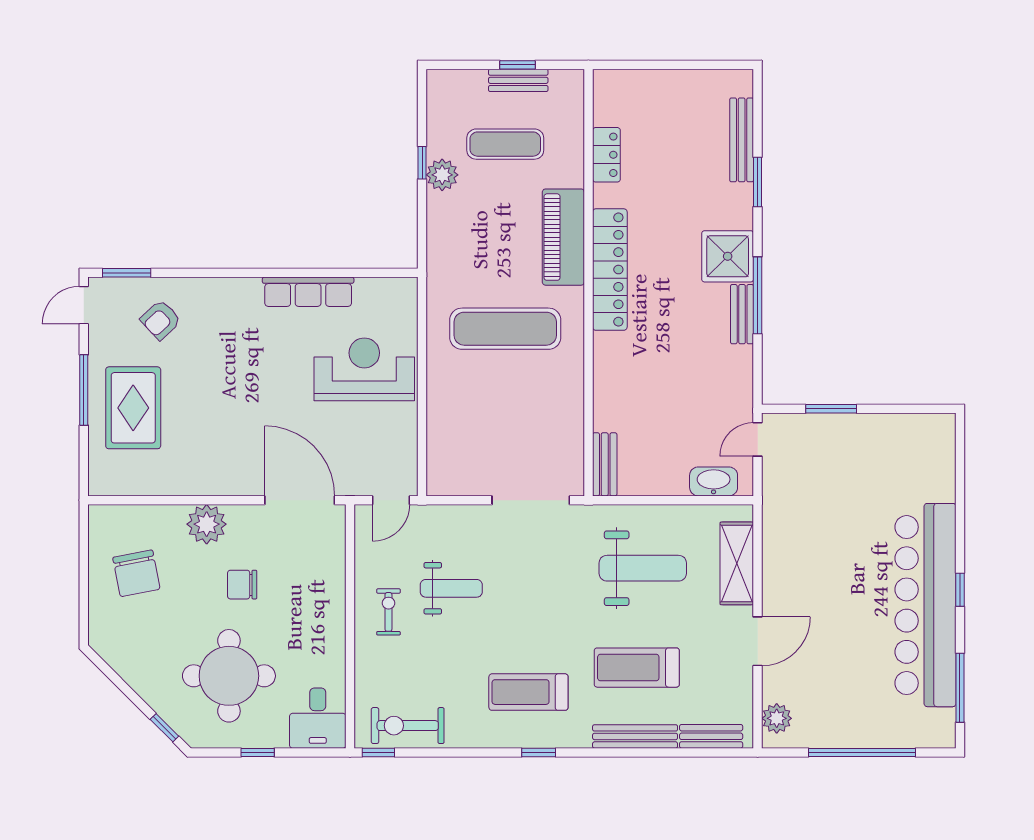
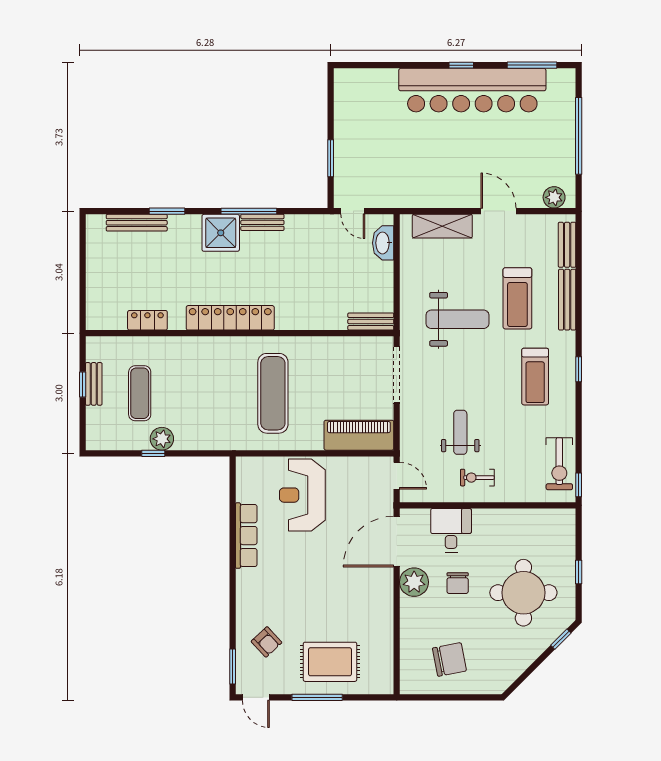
piano: (563, 237) -> (359, 435), moved, turned 180
plant: (207, 524) -> (414, 582), moved
weight bench: (643, 568) -> (457, 319), moved, turned 90
desk: (318, 718) -> (451, 530), moved, turned -90

